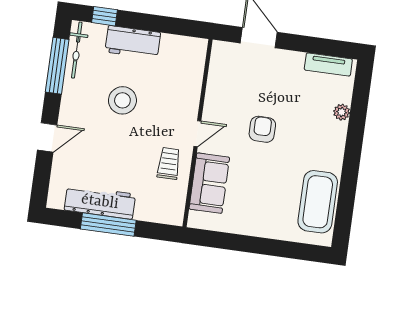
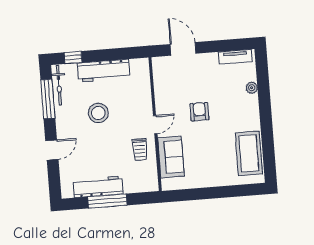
workbench: (133, 42) -> (104, 71), width x1.38
trolley: (169, 163) -> (140, 150), turned 180

